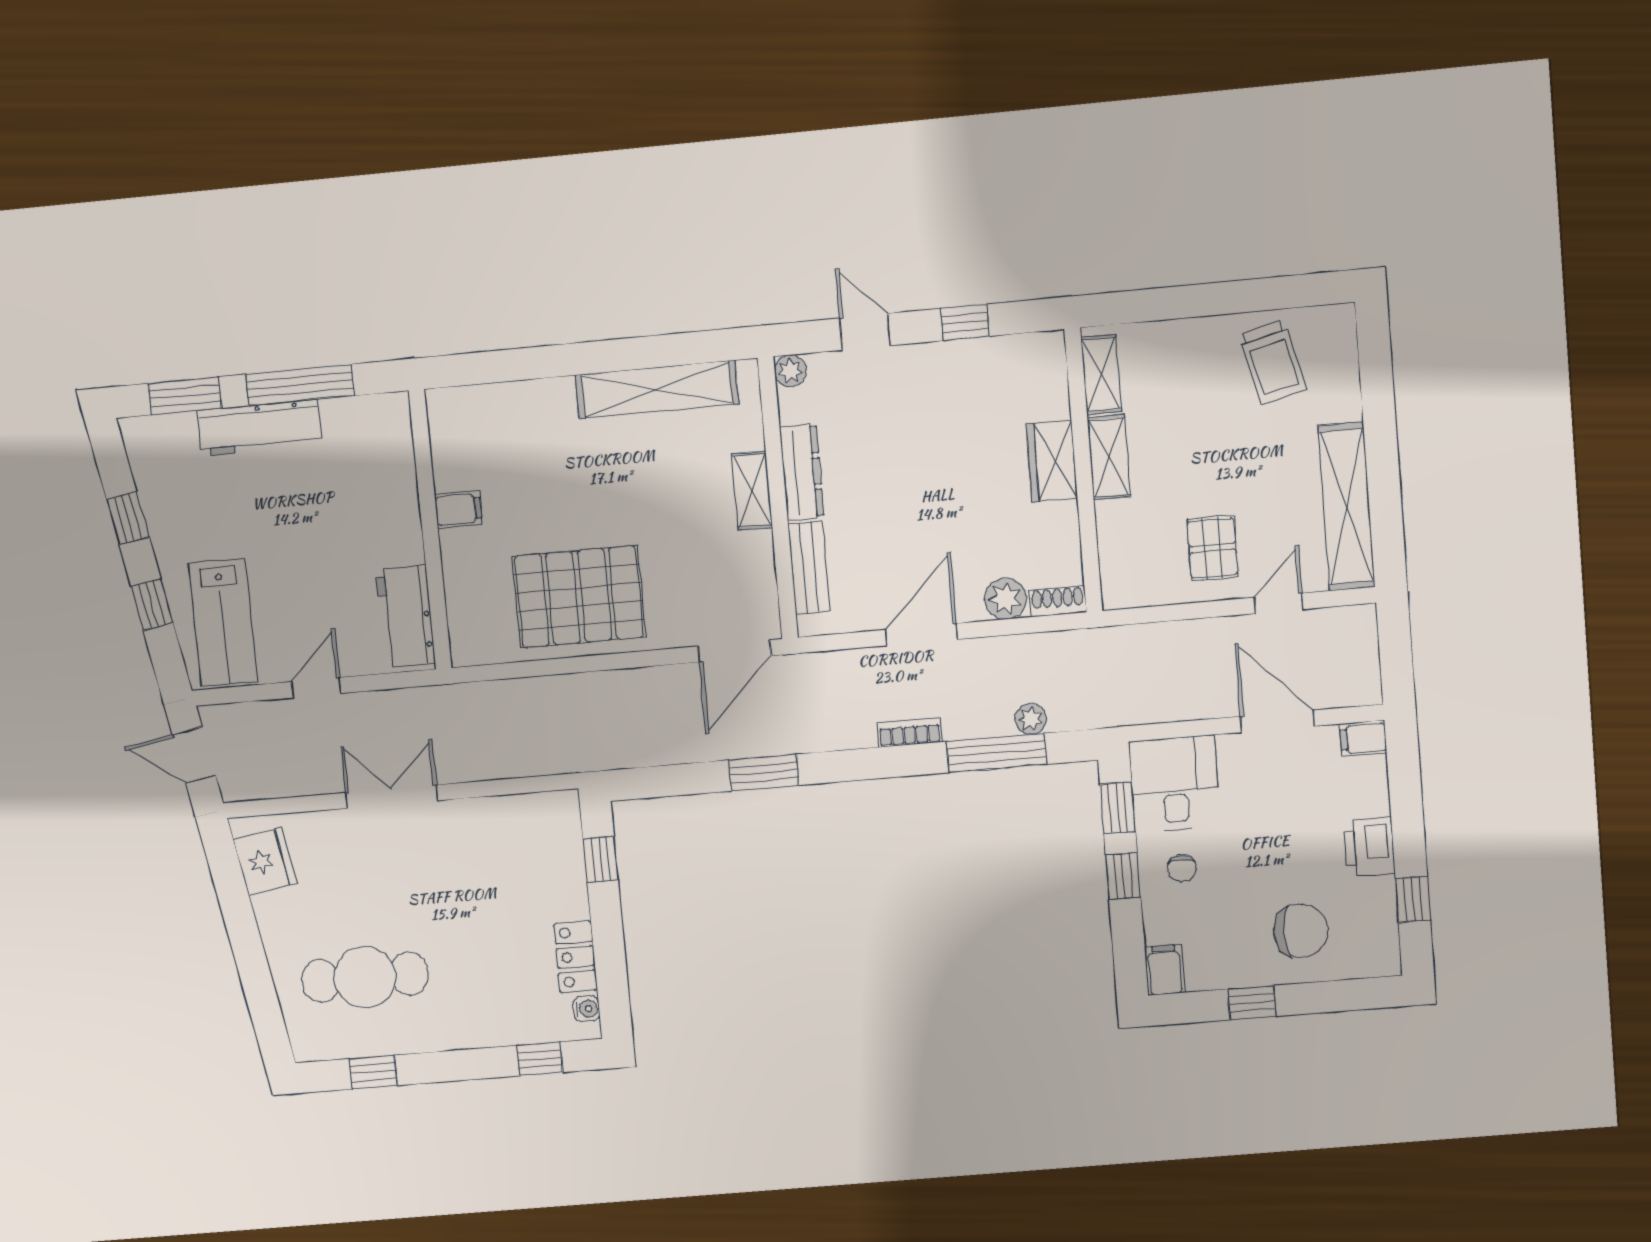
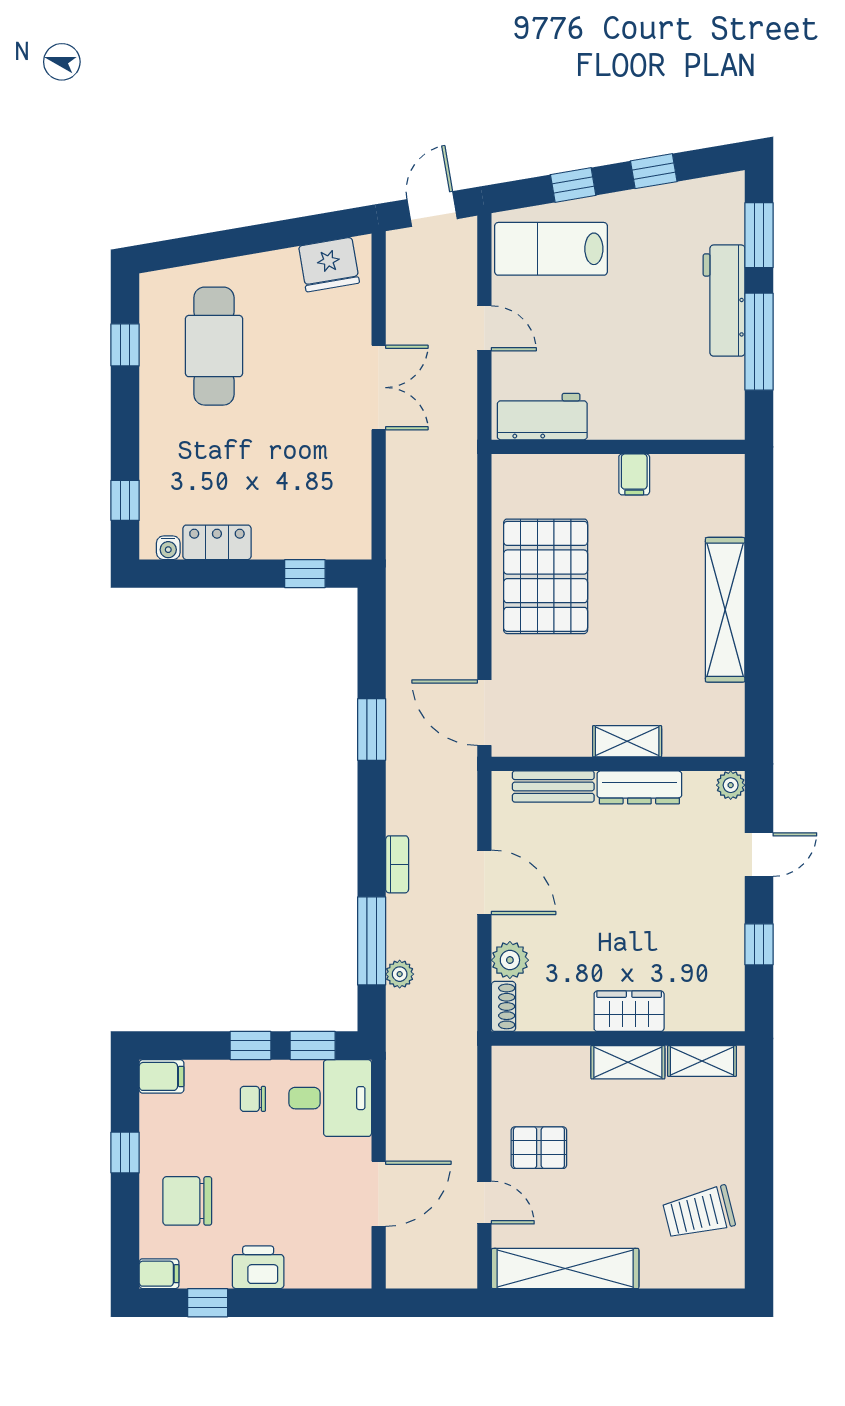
shelving: (657, 389) -> (725, 610), moved
filing cabinet: (1363, 738) -> (159, 1274), moved, turned 90
chair: (1301, 931) -> (187, 1201), turned 90

